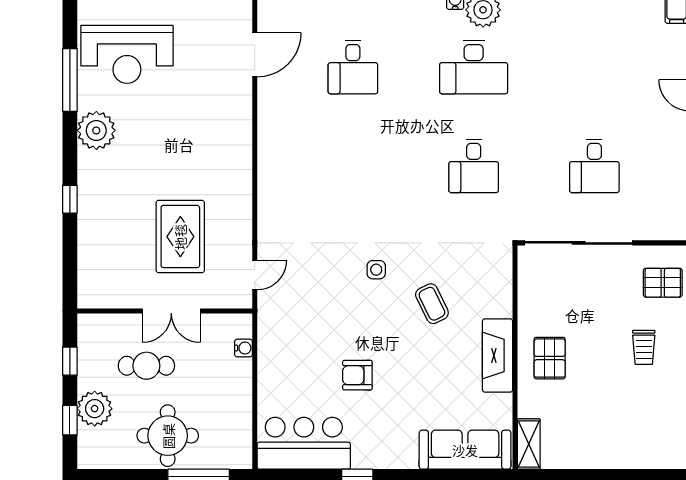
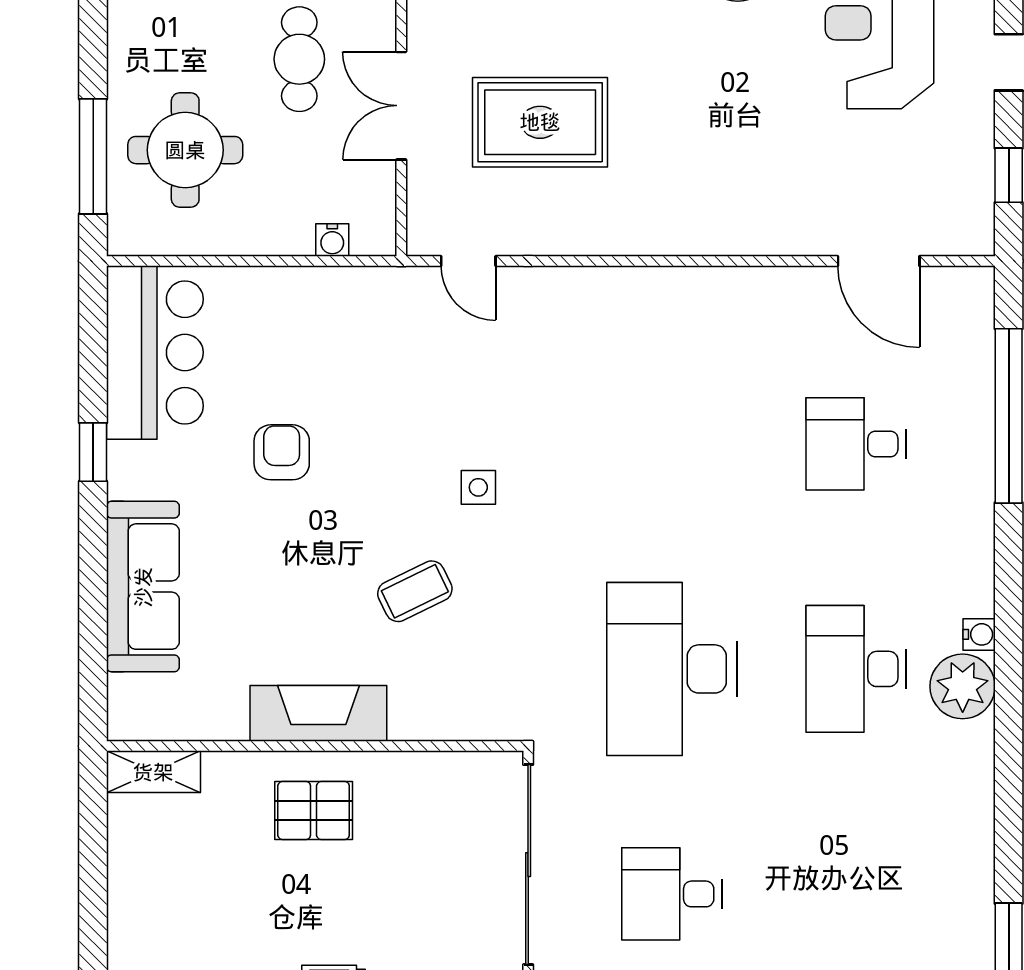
desk: (474, 166) -> (672, 669), width x1.87, depth x1.30
round table: (168, 436) -> (185, 150), moved
sofa: (465, 450) -> (143, 587), moved

